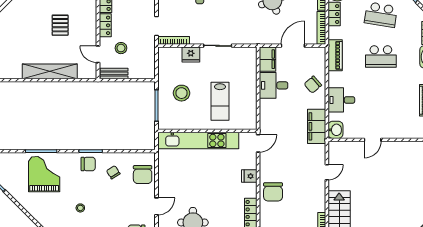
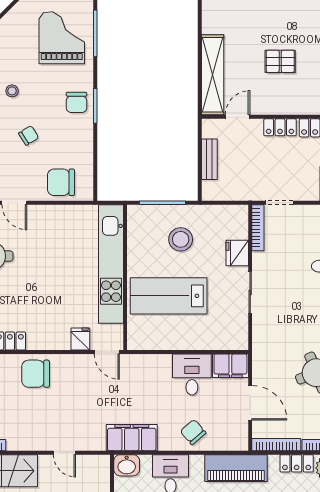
stool: (121, 48) -> (247, 151), removed
piano: (335, 55) -> (236, 468), width x1.37, depth x1.33
shelving: (50, 71) -> (213, 75), moved
bench: (114, 73) -> (209, 159), moved
lab bench: (220, 101) -> (169, 296), width x1.36, depth x1.39
chair: (113, 172) -> (29, 135), moved
grand piano: (44, 174) -> (62, 38), turned -90
fridge: (249, 176) -> (80, 339), moved

